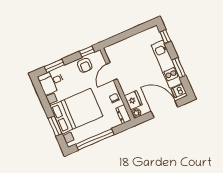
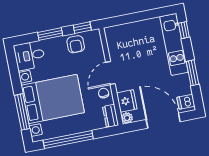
kitchen unit: (167, 64) -> (174, 44), moved
window: (54, 66) -> (50, 34), moved
door: (112, 72) -> (110, 73), moved
window: (55, 126) -> (22, 112), width x1.44

